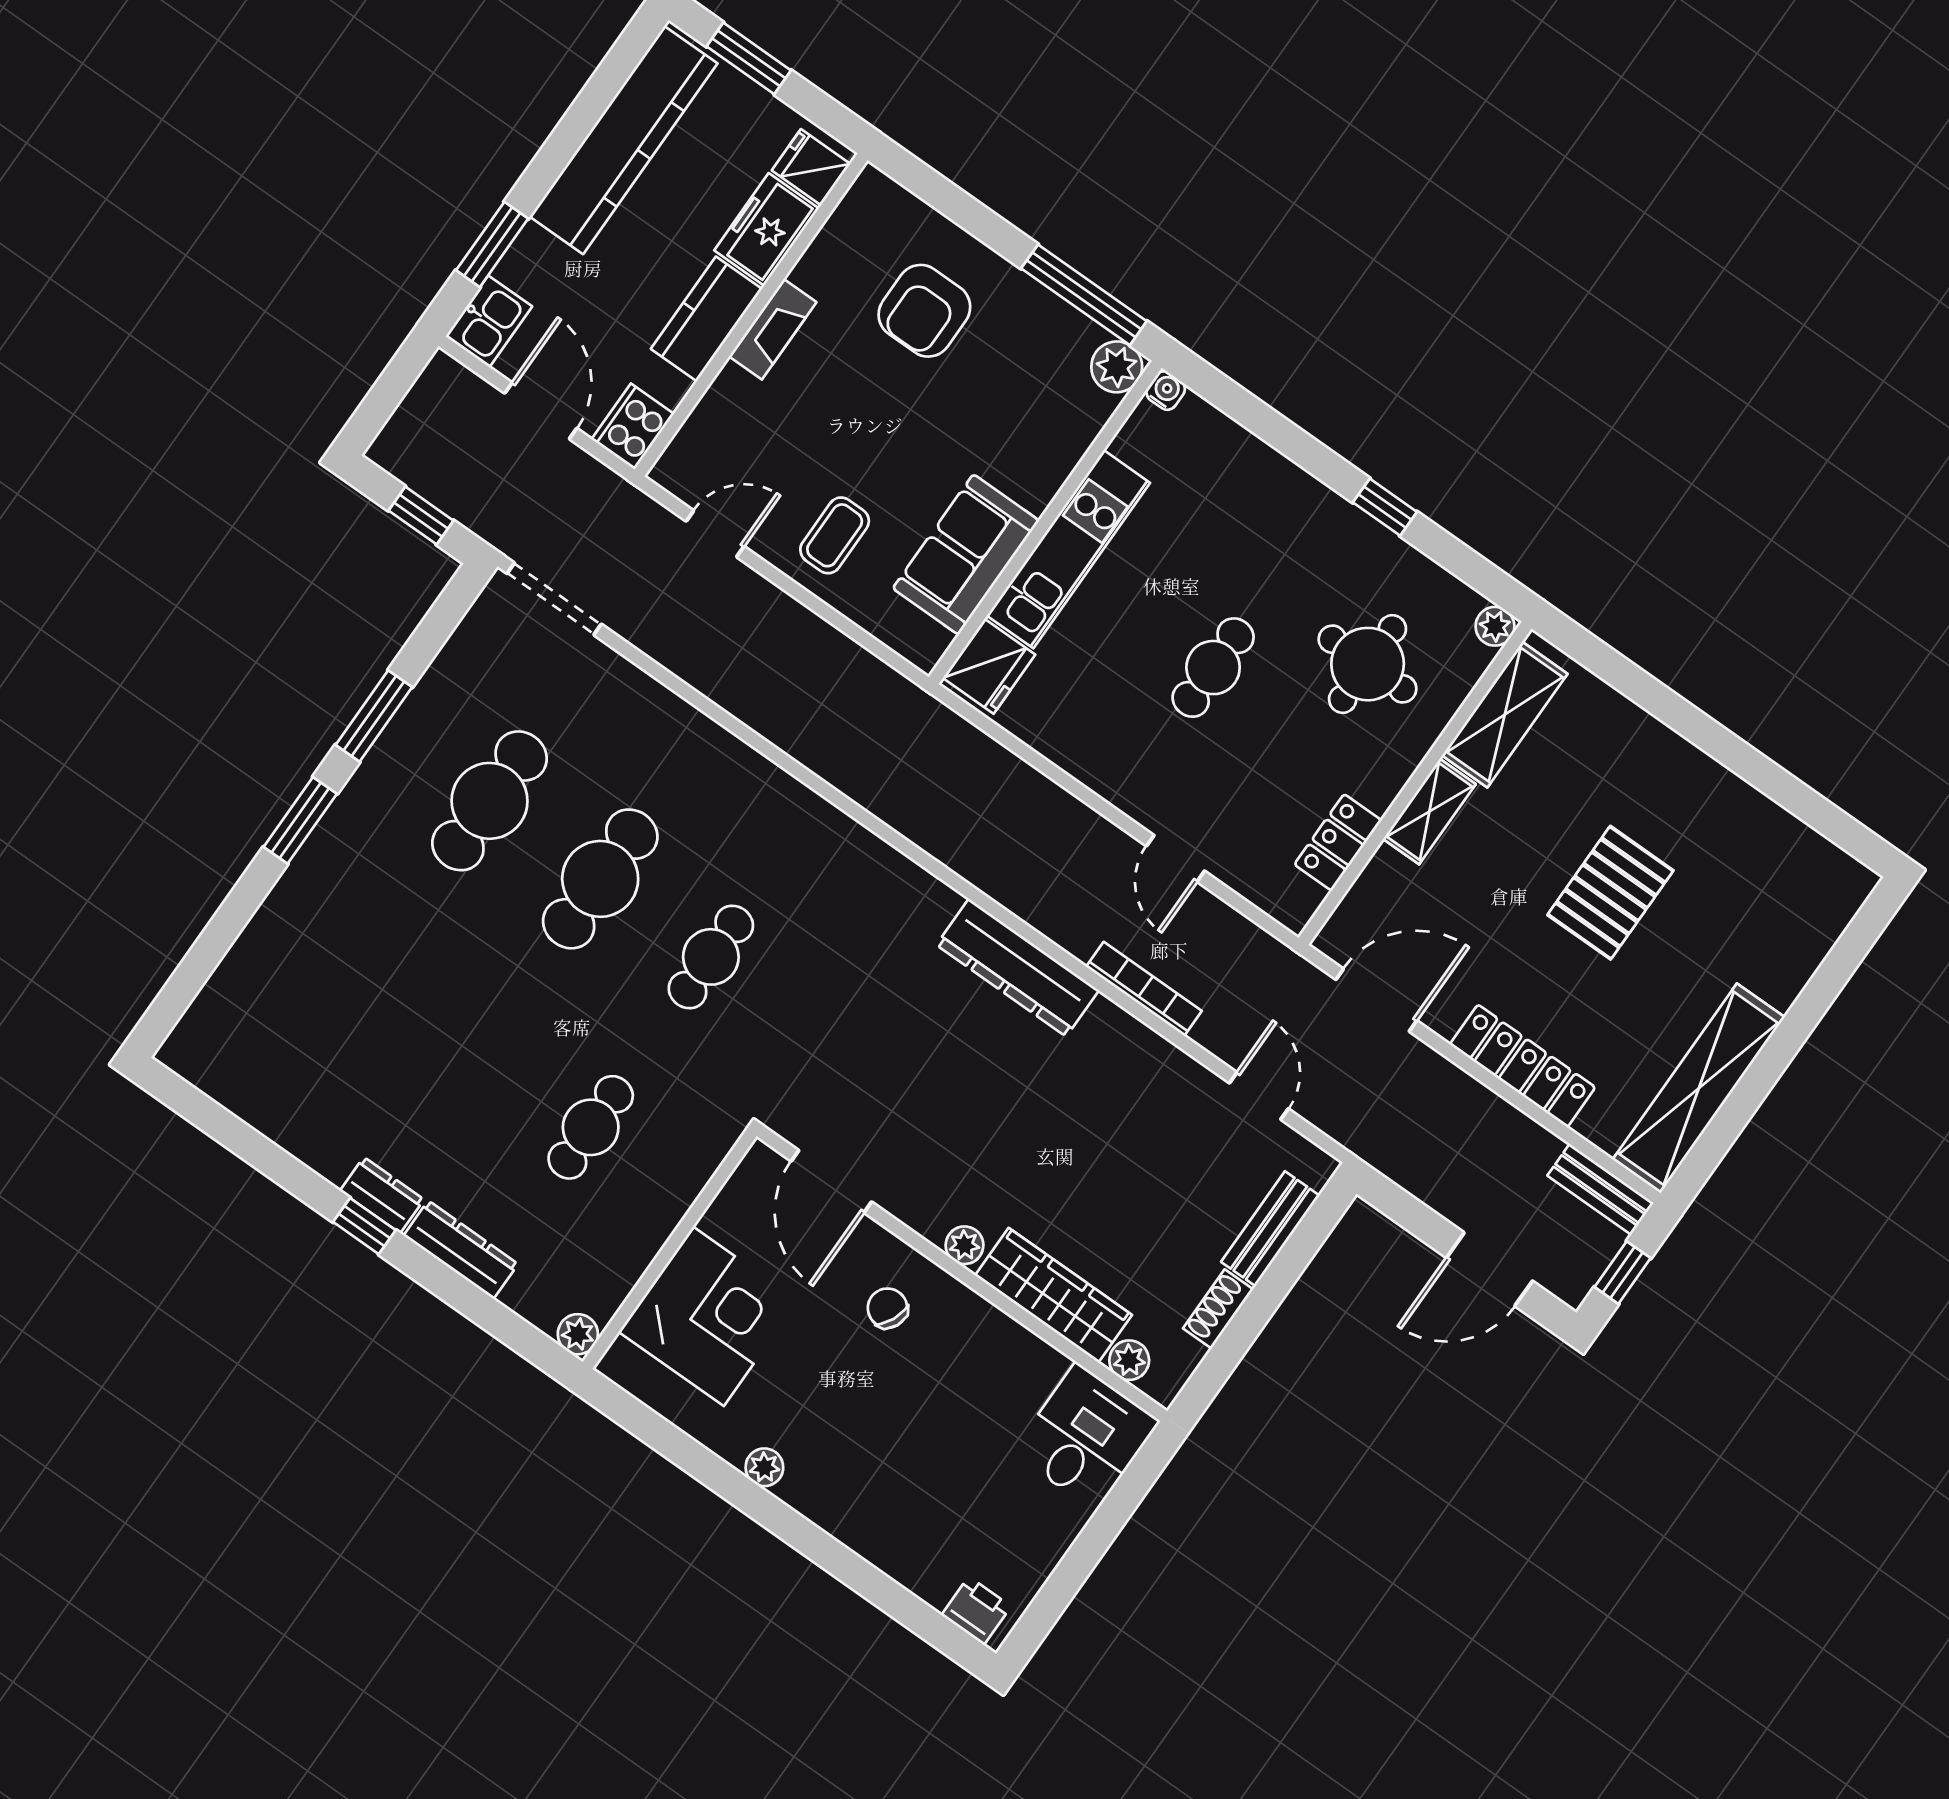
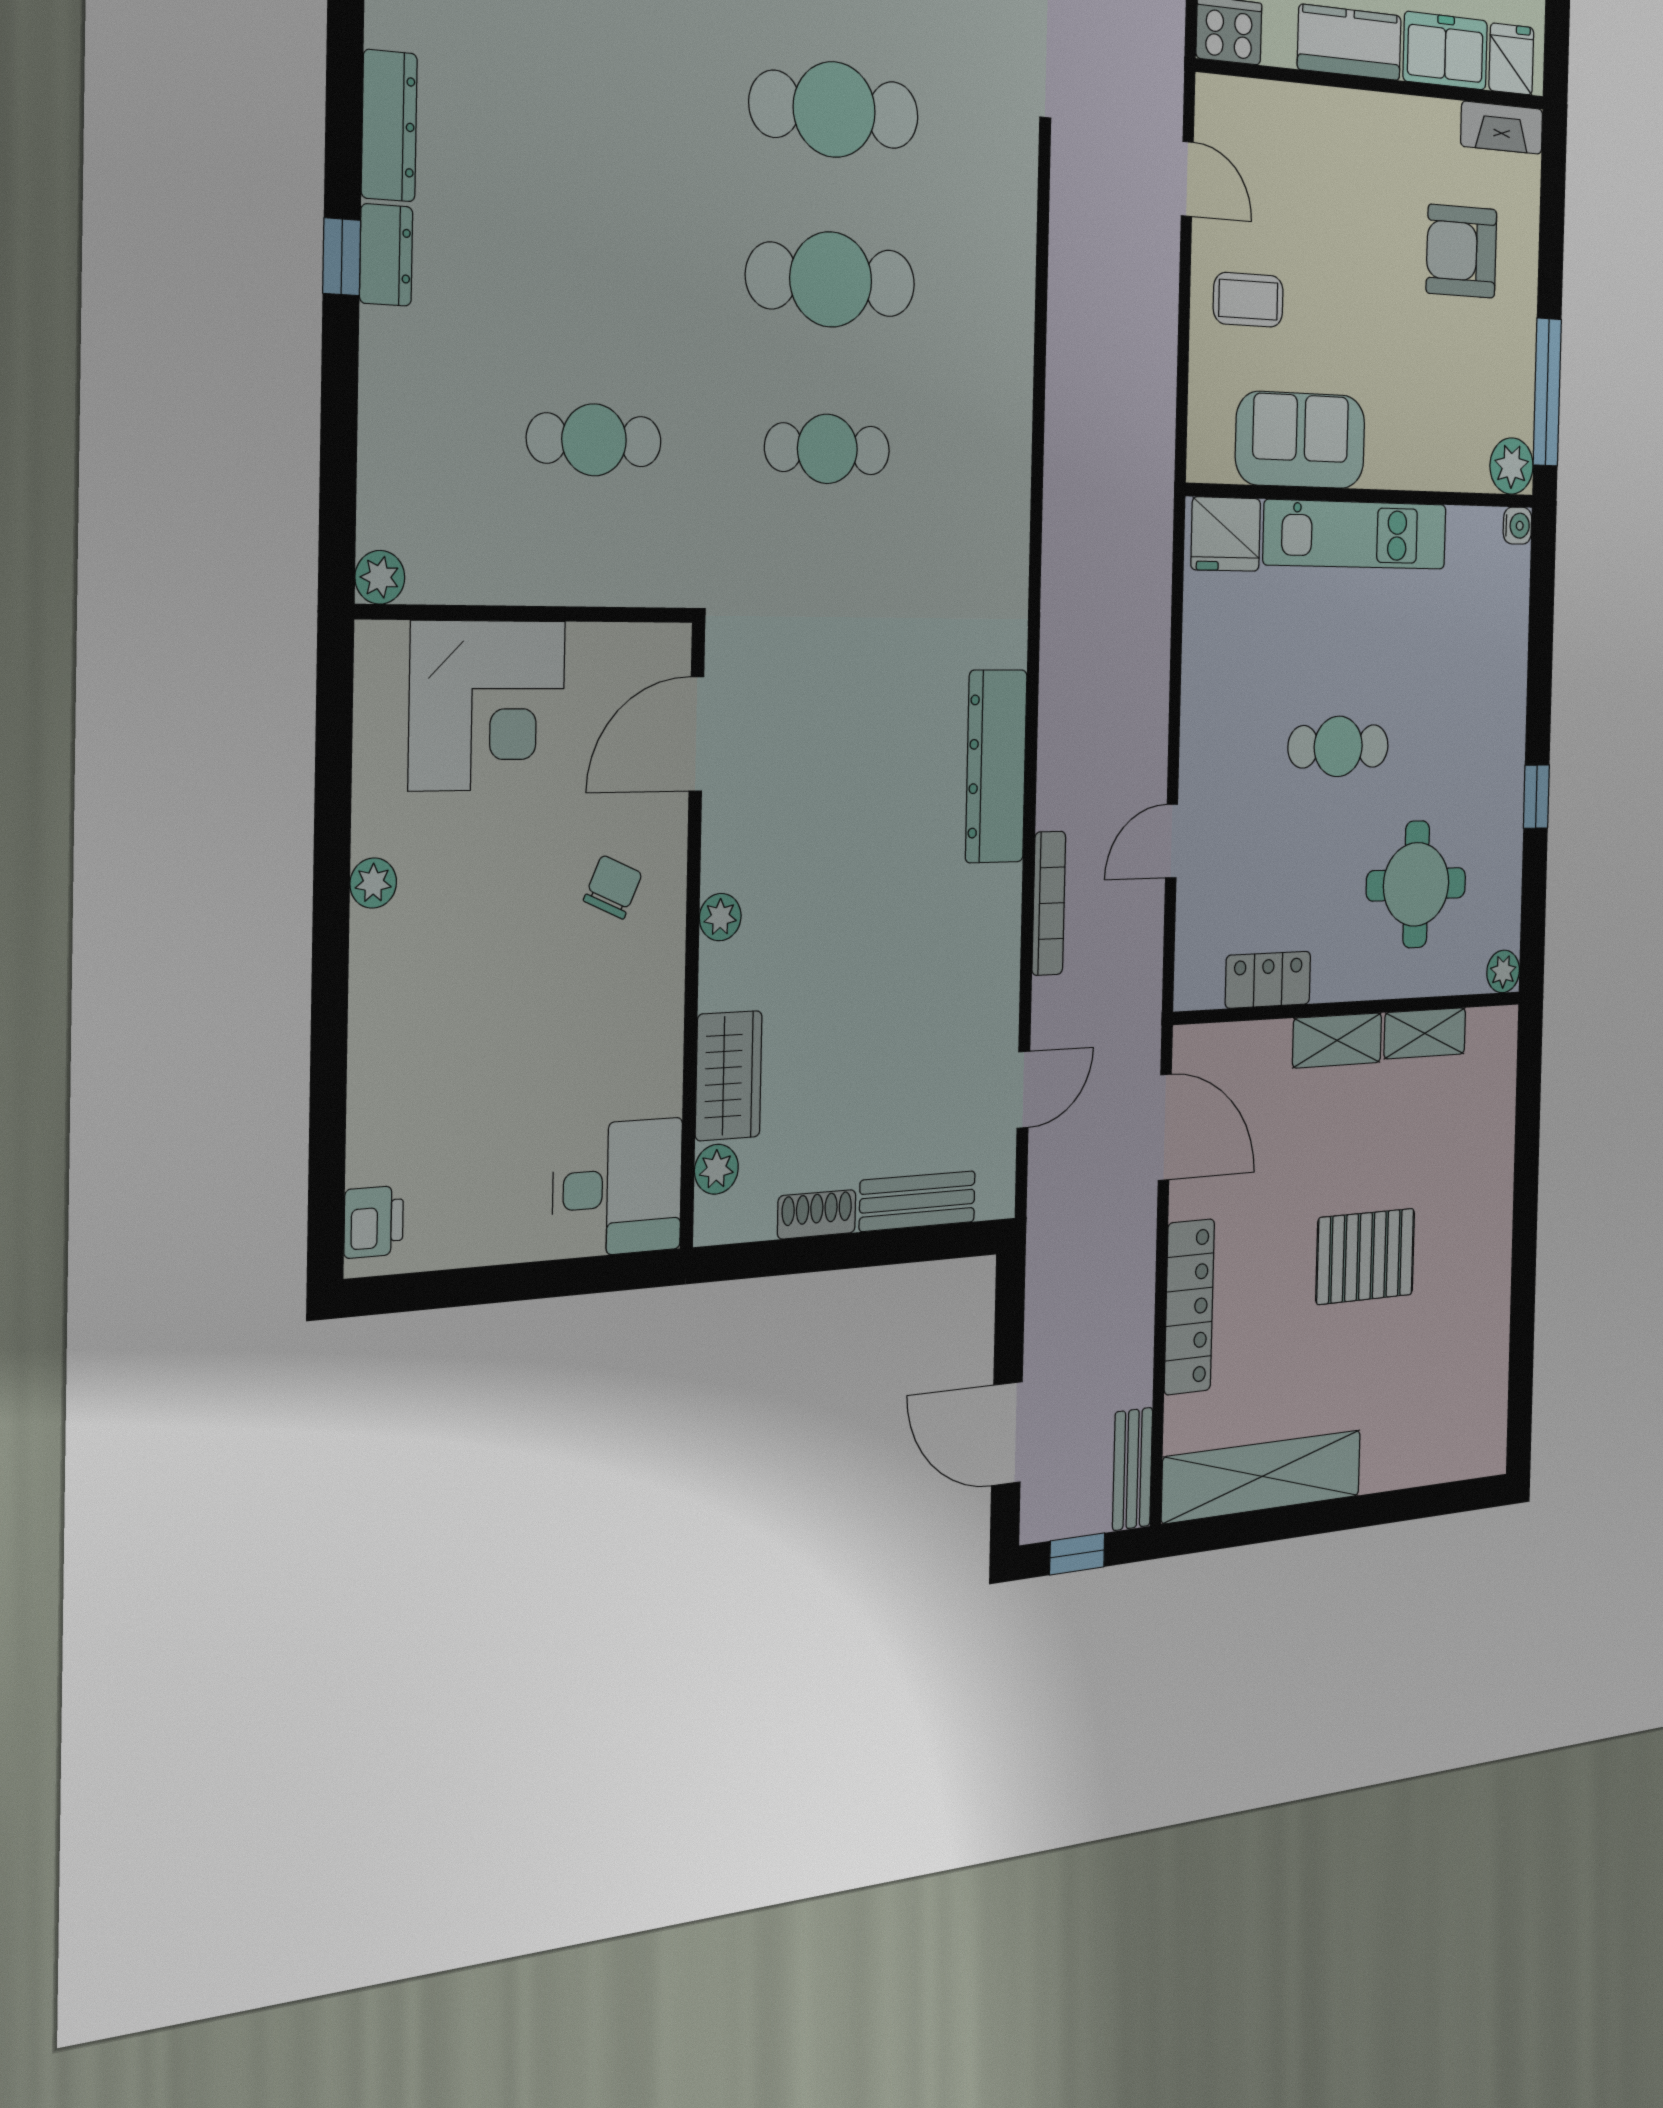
fireplace: (773, 329) -> (1502, 128), moved
shelving: (1505, 715) -> (1425, 1033), width x0.67, depth x0.75
dresser: (461, 1250) -> (389, 126), moved
wardrobe: (1053, 1295) -> (729, 1076), width x0.67

